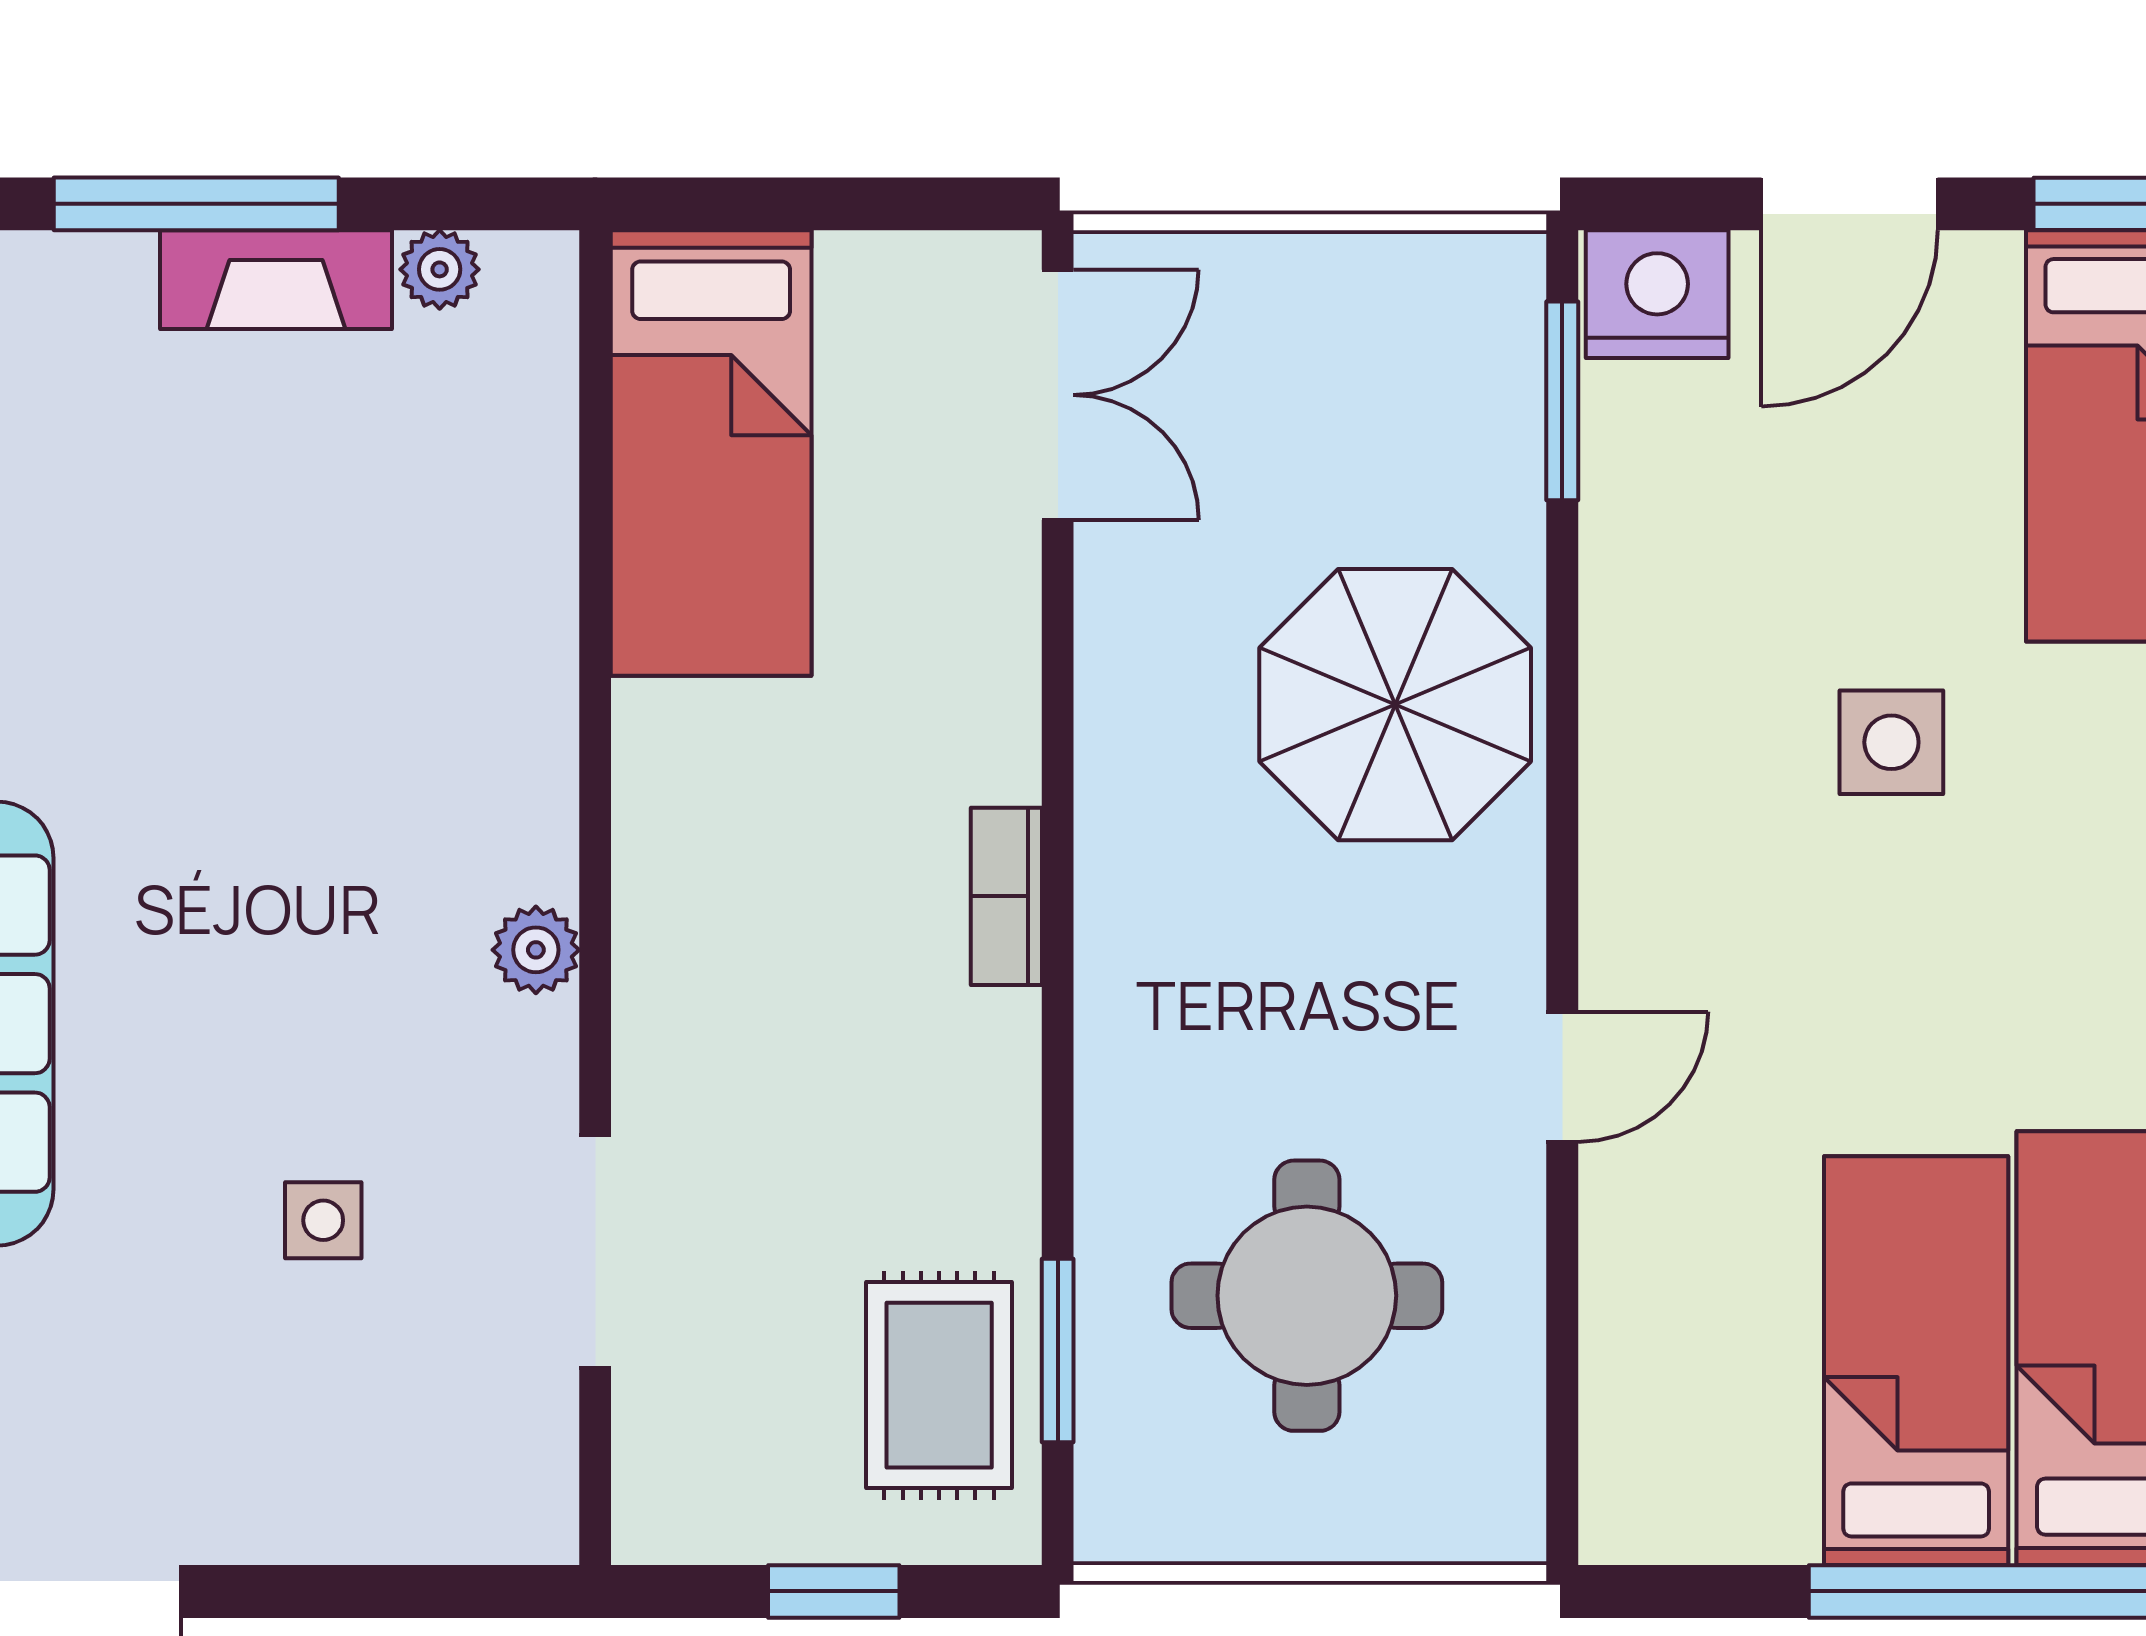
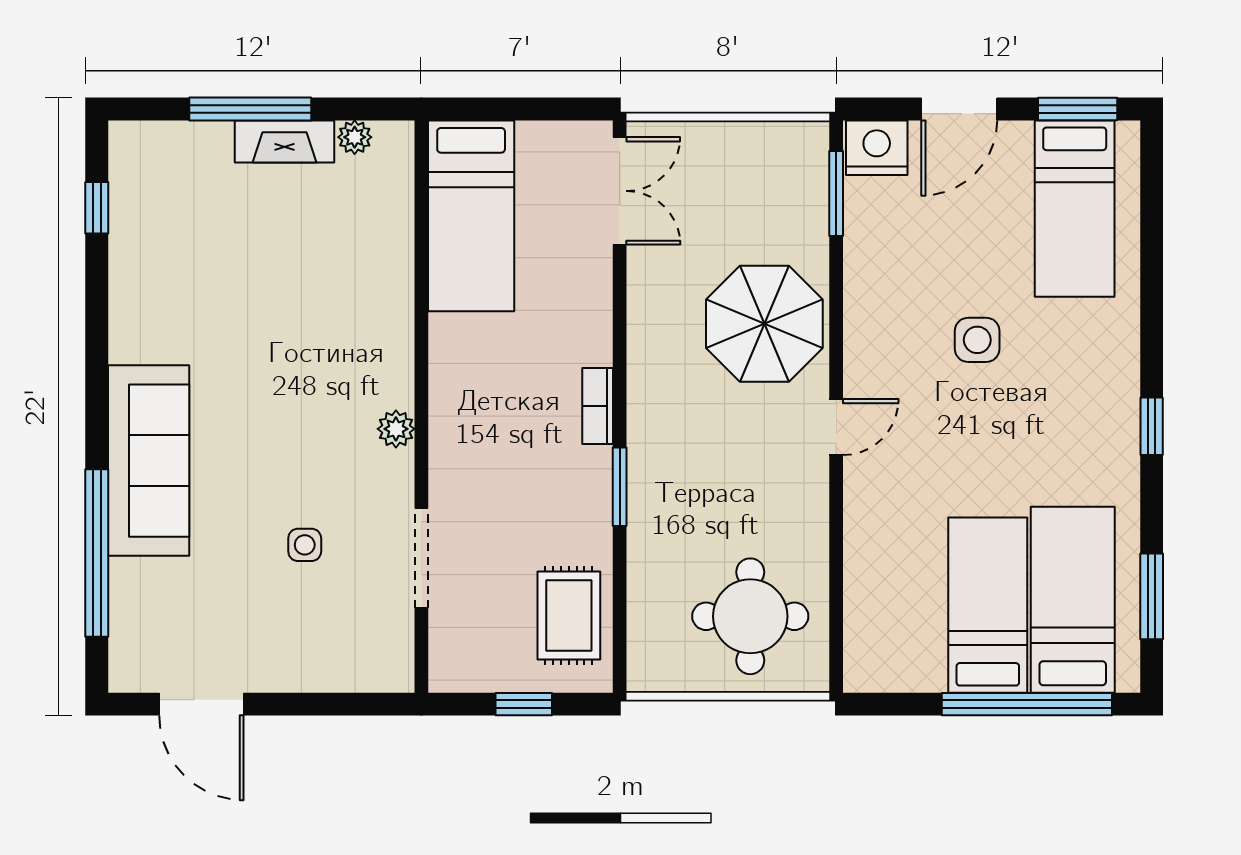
door: (1562, 1077) -> (836, 427), moved
round table: (1307, 1296) -> (750, 616), moved
window: (1058, 1351) -> (620, 487), moved

